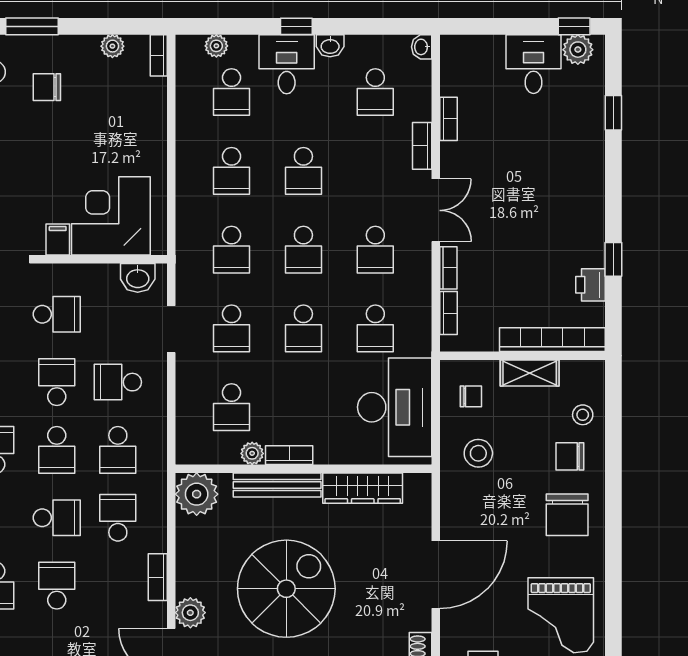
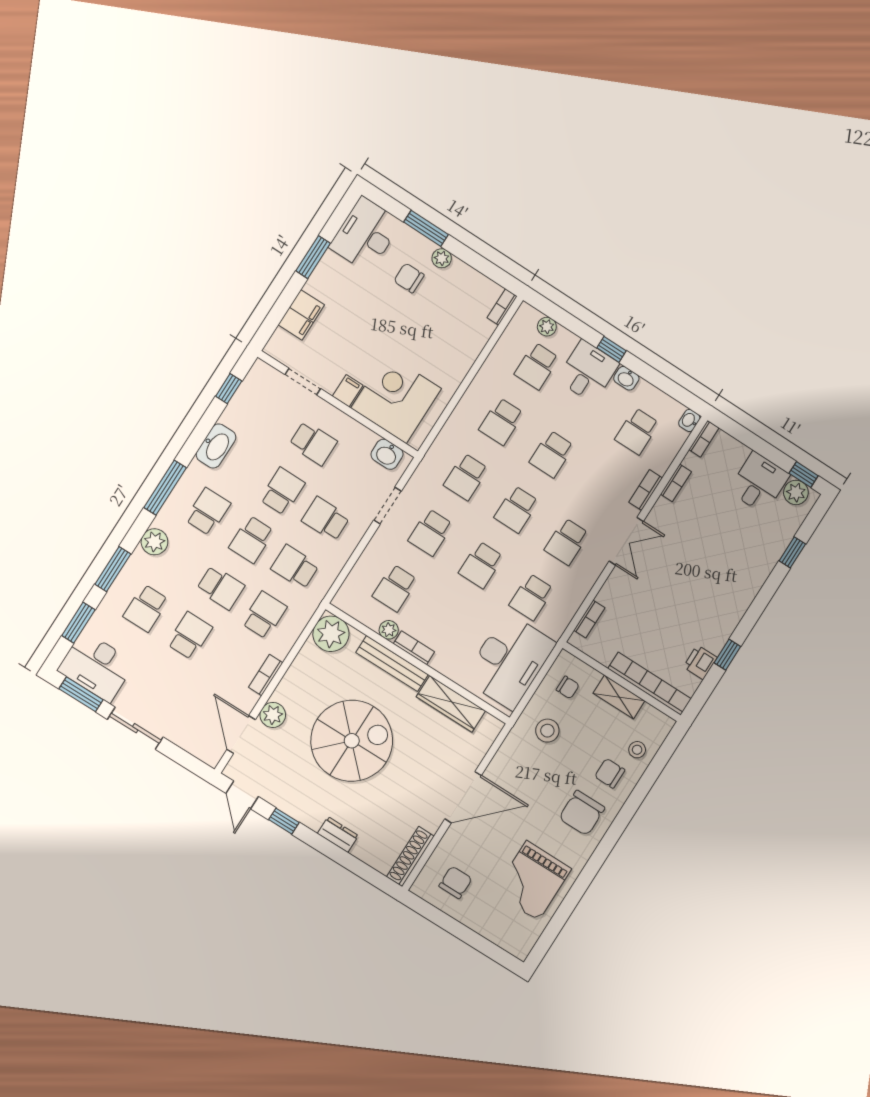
plant: (112, 46) -> (442, 258), moved
bookcase: (448, 268) -> (704, 439), moved
school desk: (118, 450) -> (295, 567), turned 90

